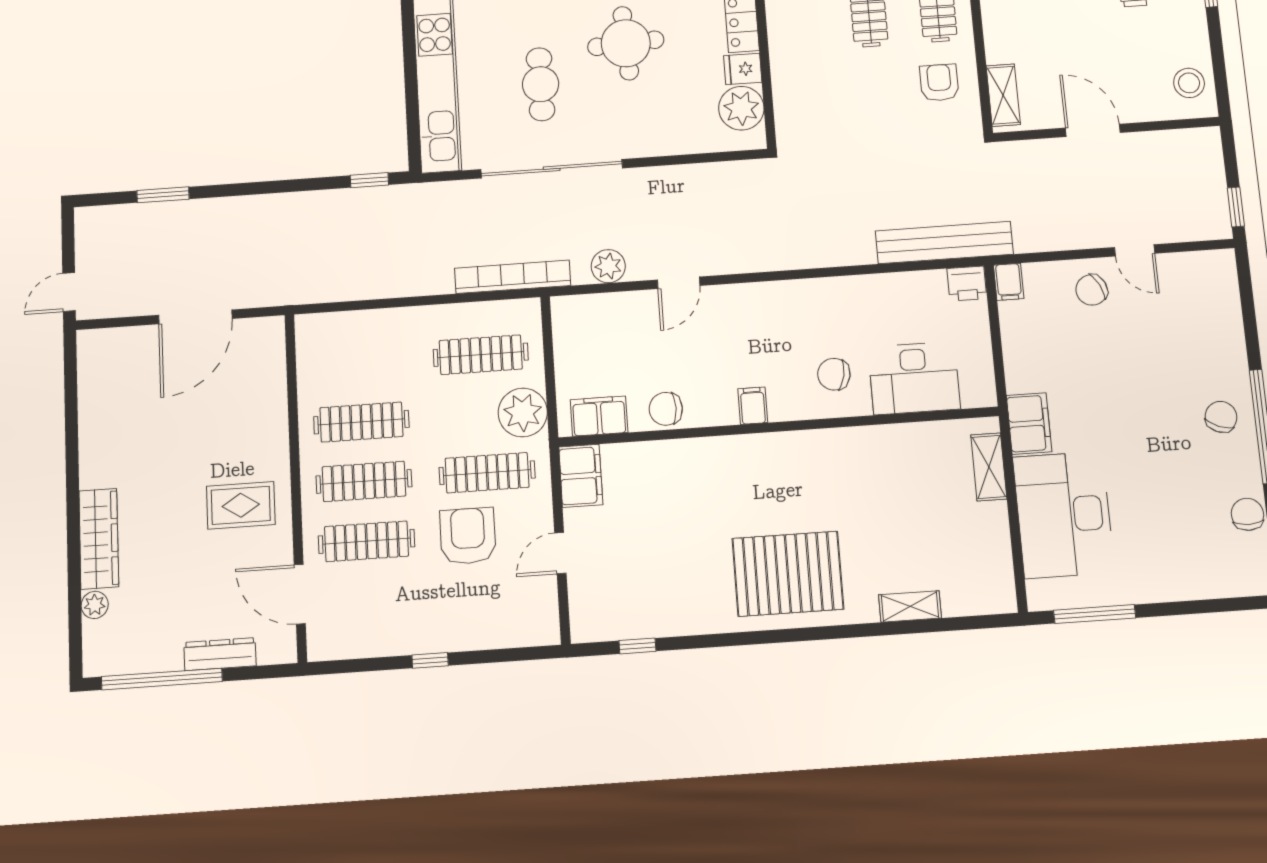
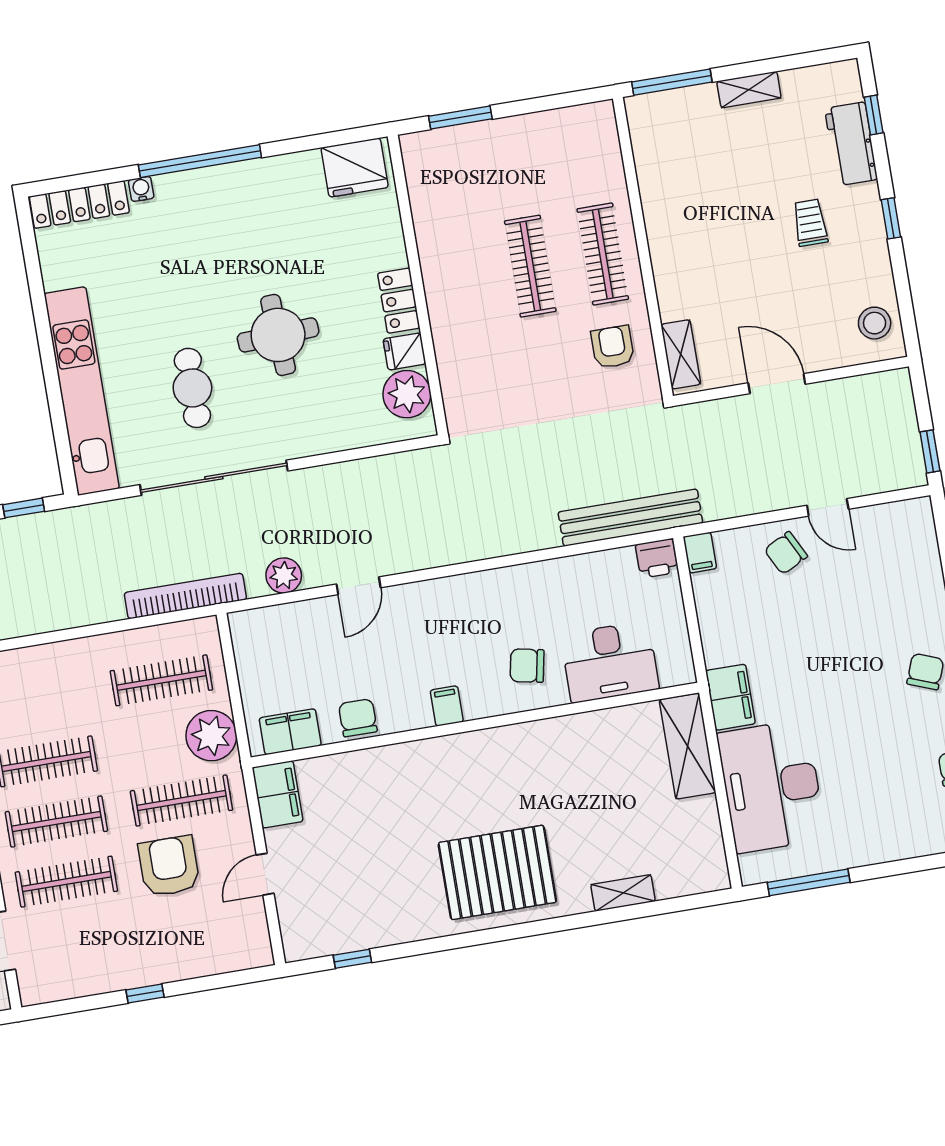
chair: (666, 409) -> (358, 718), turned 90
shelving: (989, 467) -> (688, 746), width x1.50, depth x1.33

